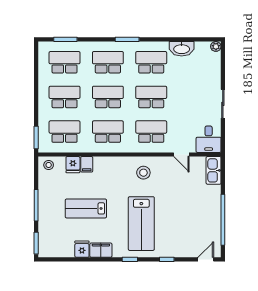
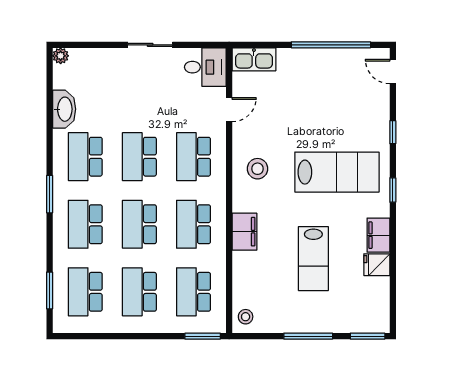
filing cabinet: (87, 164) -> (244, 232), moved, width x2.00
fridge: (73, 165) -> (245, 279), removed

